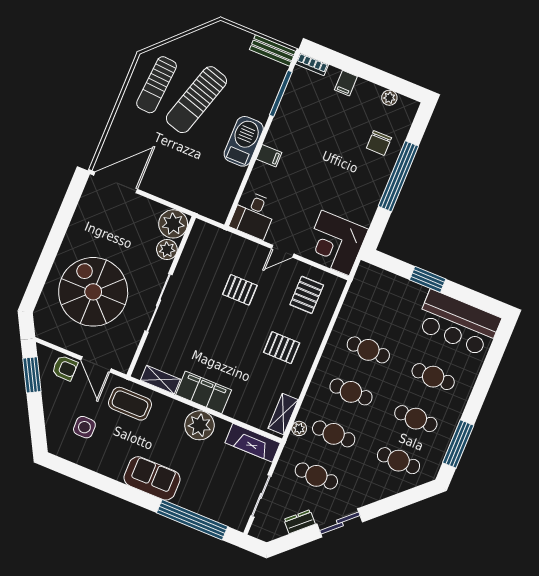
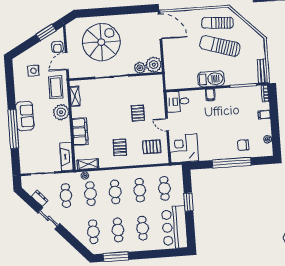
cafe table: (386, 308) -> (164, 188), added
filing cabinet: (204, 392) -> (80, 132), moved
plant: (199, 425) -> (61, 112), moved
window: (192, 520) -> (13, 129), moved

